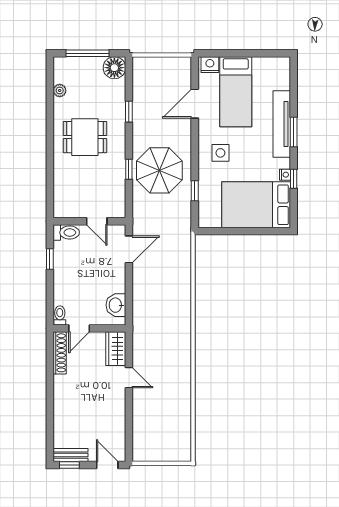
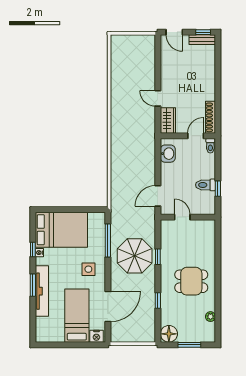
window: (87, 53) -> (189, 345), width x0.69
door: (195, 104) -> (108, 307), width x1.36
window: (195, 191) -> (108, 240), width x2.17
toilet: (66, 233) -> (206, 185), moved

